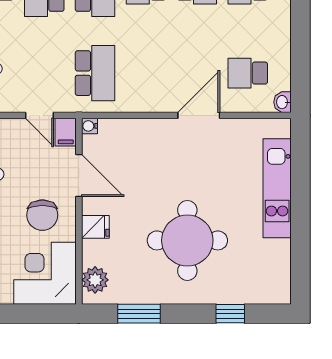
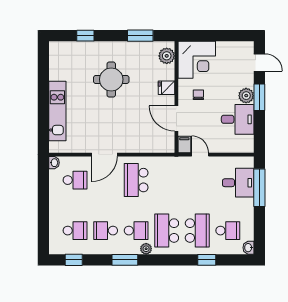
school desk: (95, 73) -> (136, 180), moved
water cooler: (90, 126) -> (170, 148), removed
chair: (42, 215) -> (198, 95), width x0.54, depth x0.54
round table: (187, 240) -> (111, 79), width x0.73, depth x0.73

